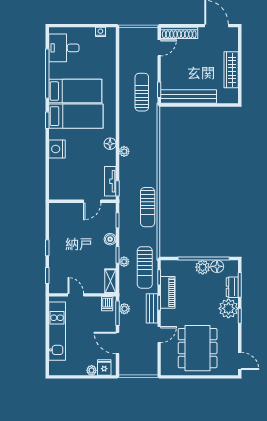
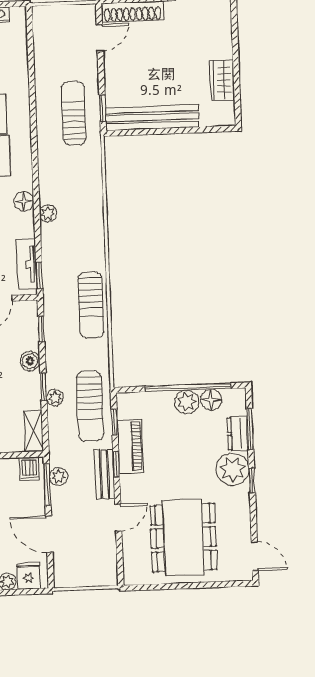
wardrobe: (231, 70) -> (222, 80), width x0.67

